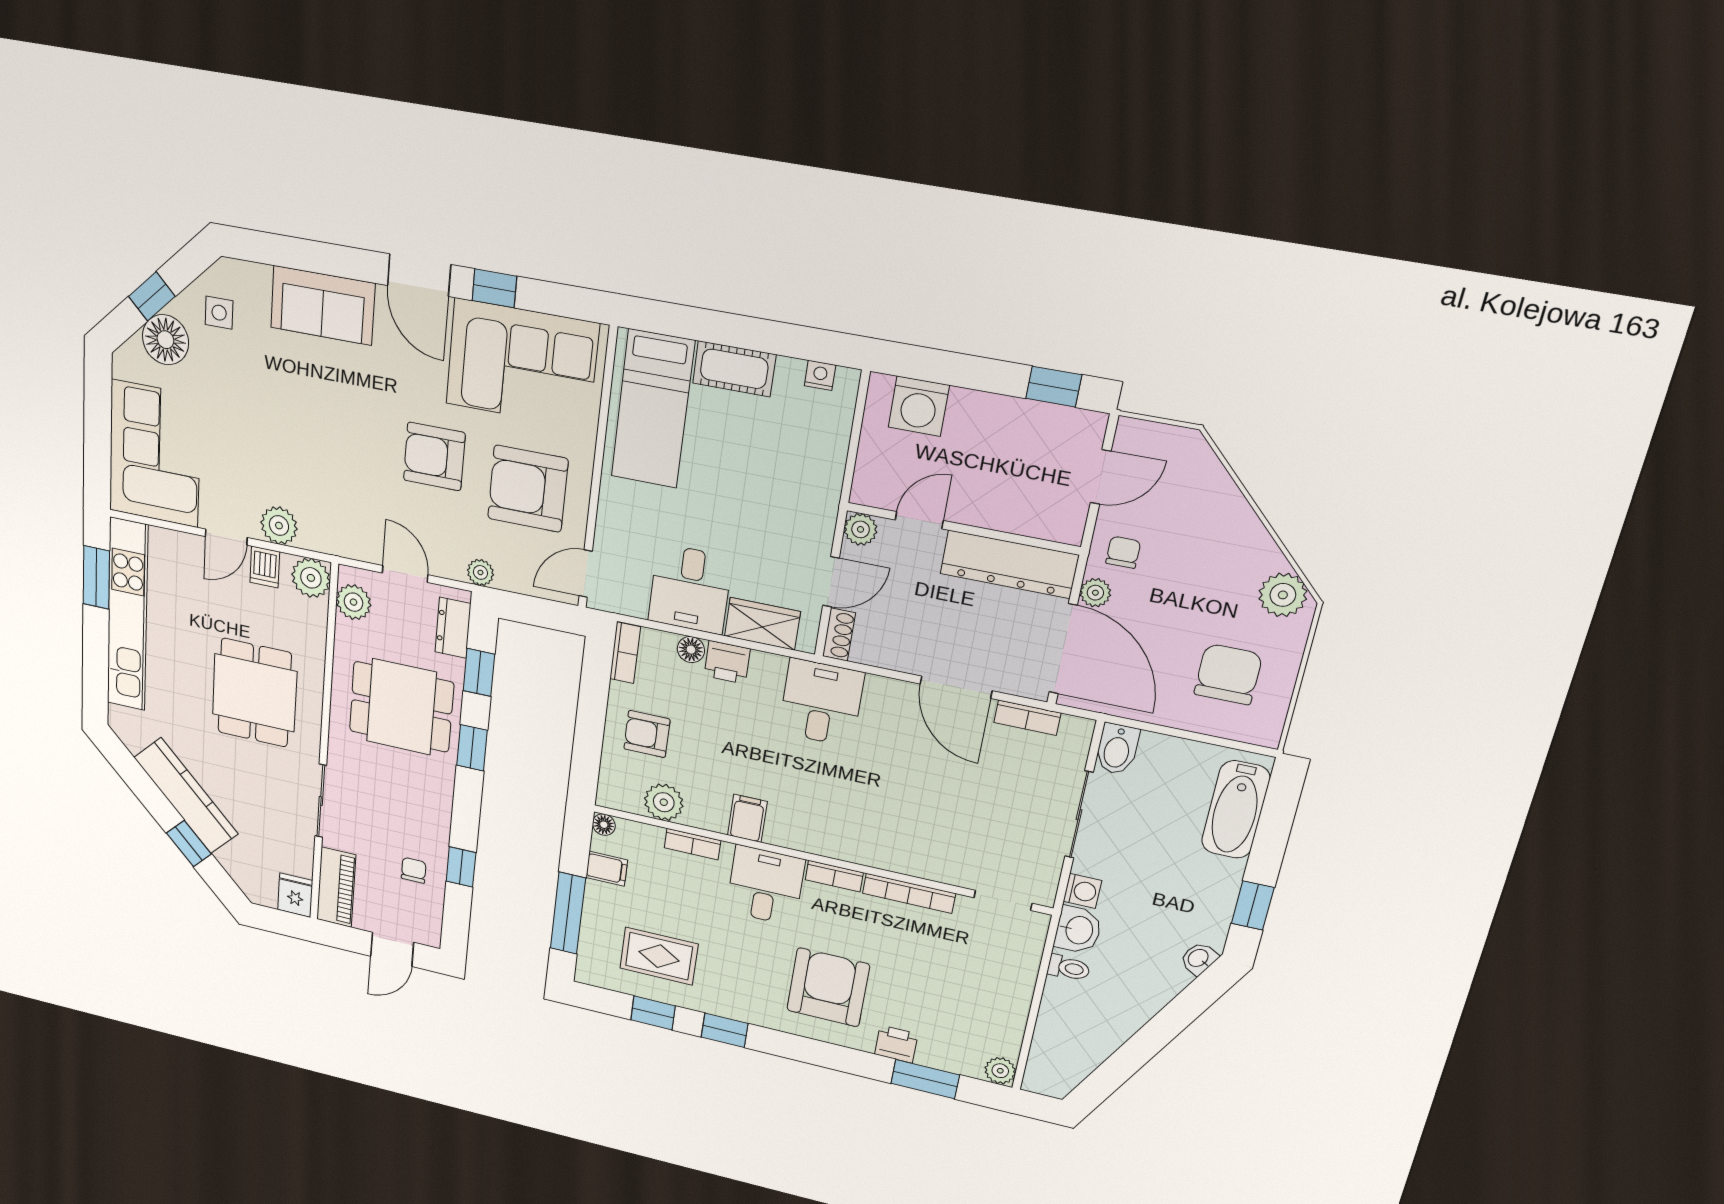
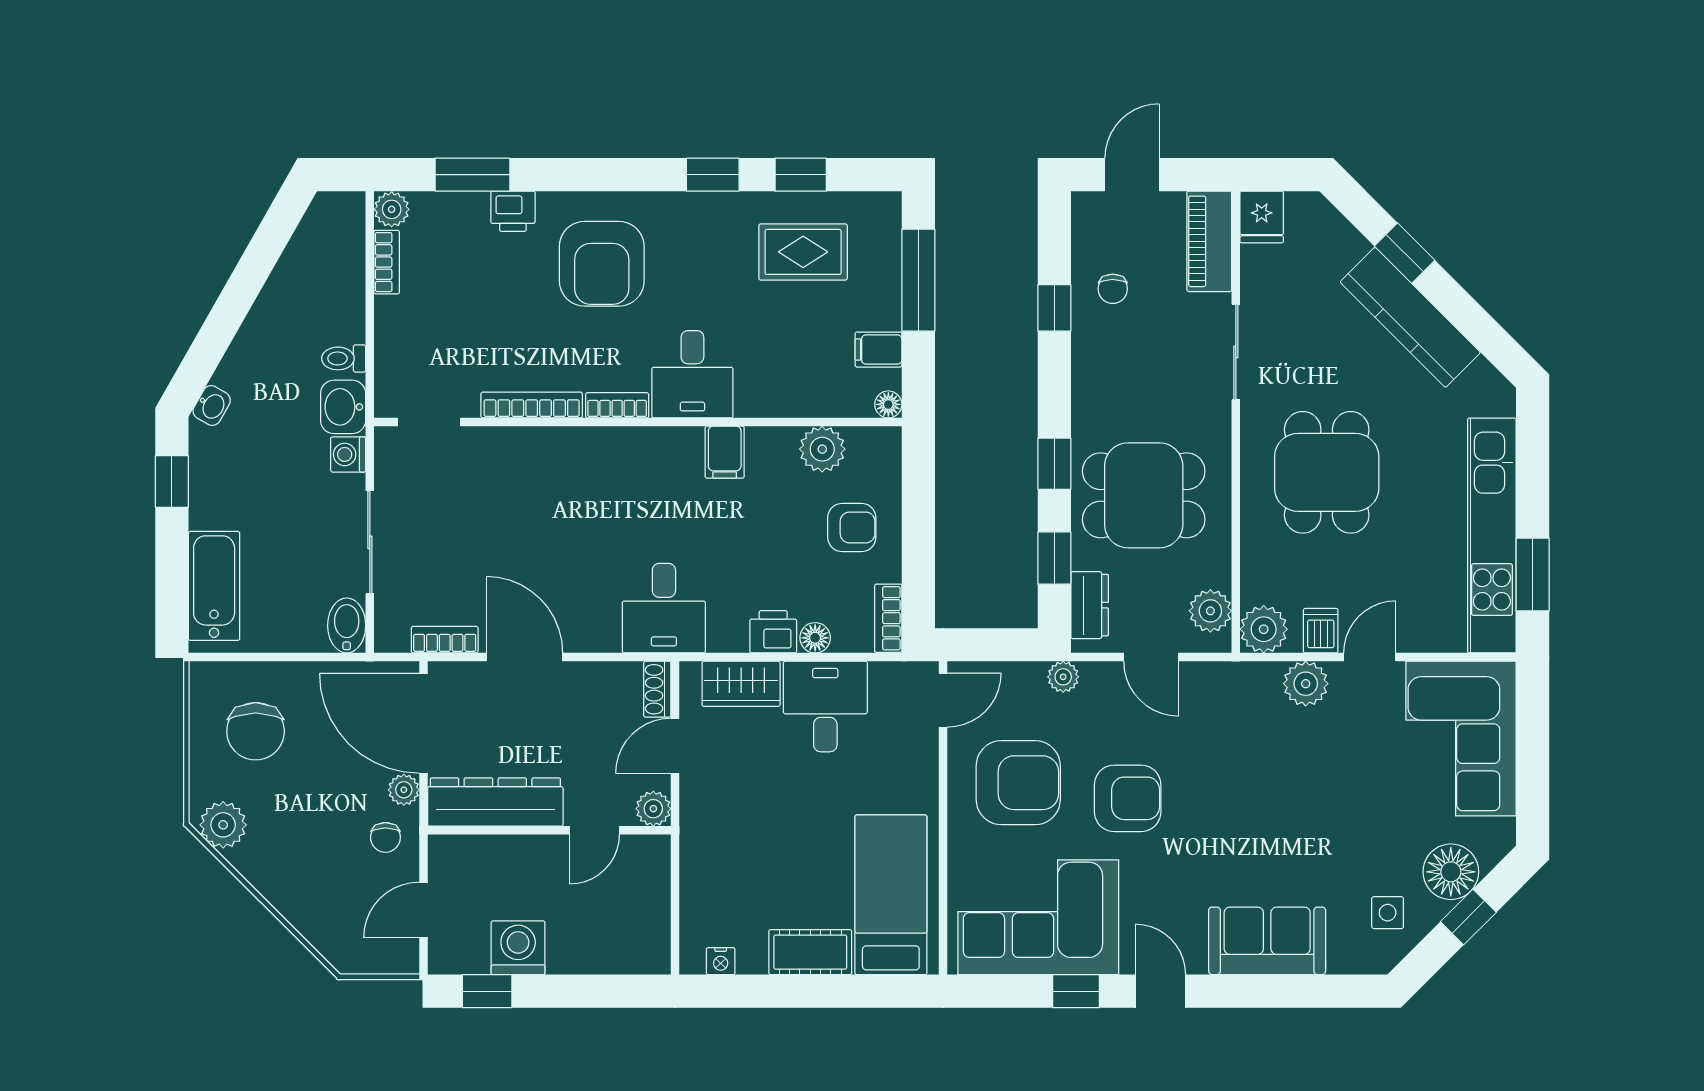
door: (419, 275) -> (1160, 991), width x0.73
washing machine: (919, 406) -> (518, 948), moved
bookcase: (692, 844) -> (387, 262), moved, turned 90

